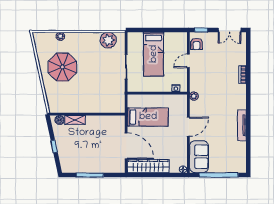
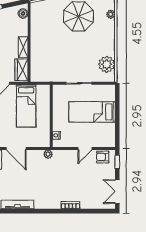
door: (188, 61) -> (85, 148), swing flipped
shelving: (75, 120) -> (23, 47), moved
wardrobe: (113, 121) -> (21, 70), added

